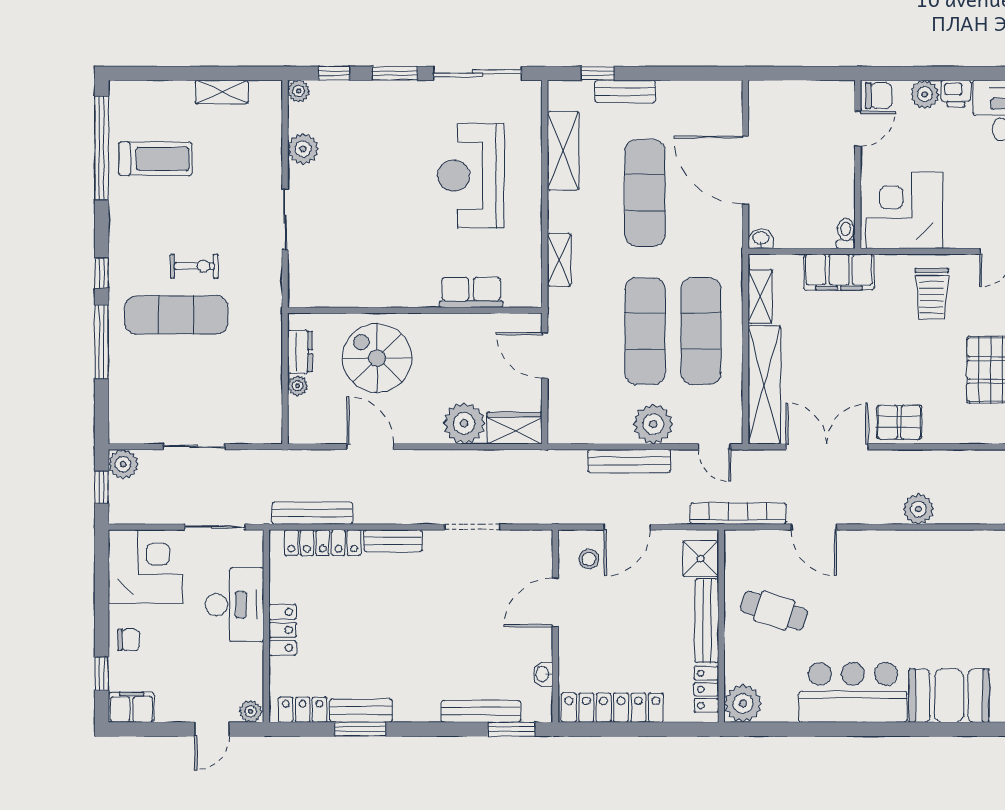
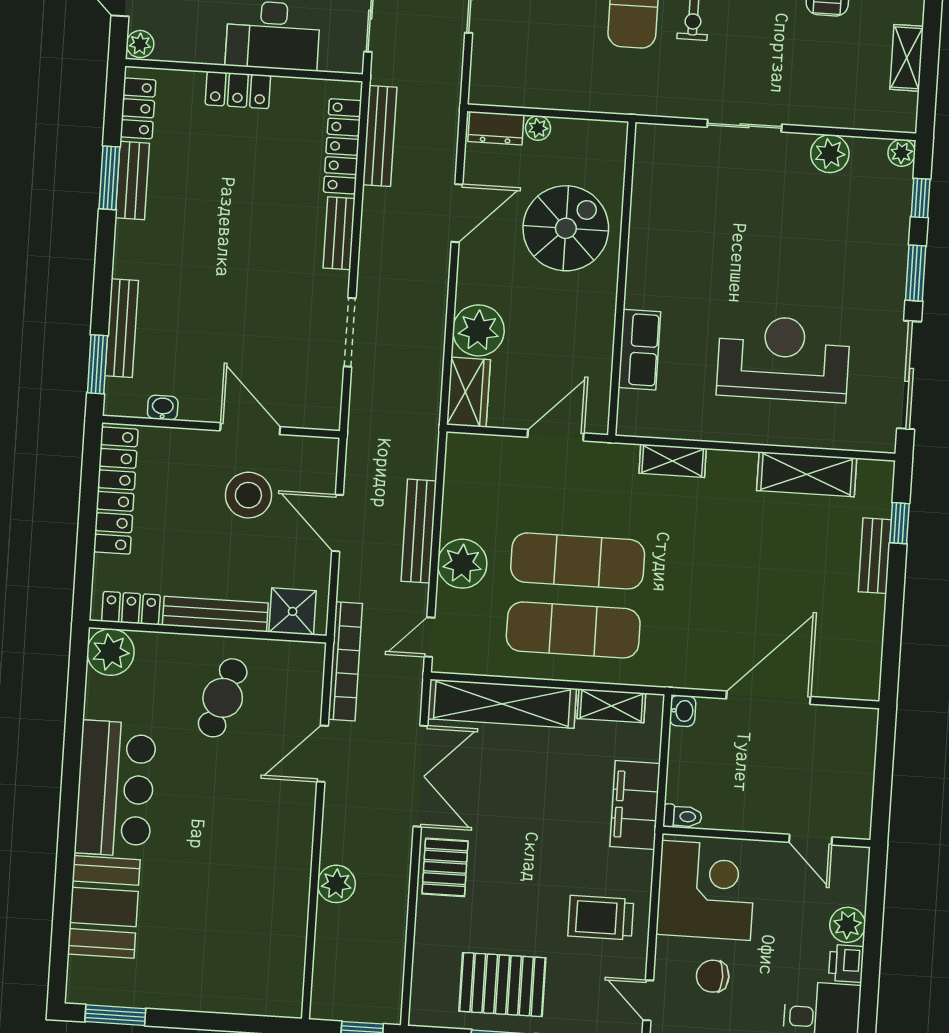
chair: (879, 96) -> (713, 976), moved, turned 90
exercise mat: (645, 193) -> (748, 572), removed
dresser: (300, 352) -> (496, 128), moved
stool: (589, 559) -> (248, 495), moved, width x1.89, depth x1.89

